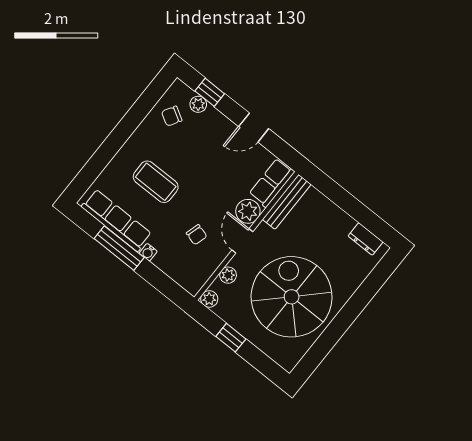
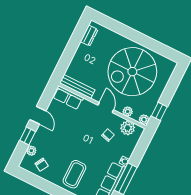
window: (210, 92) -> (28, 136), moved
coffee table: (156, 182) -> (74, 174), moved
plant: (248, 211) -> (128, 128), moved
door: (242, 241) -> (106, 108), swing flipped
window: (231, 338) -> (159, 111), moved

